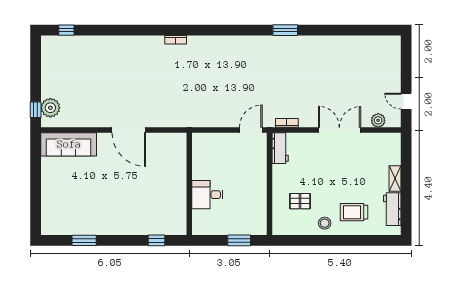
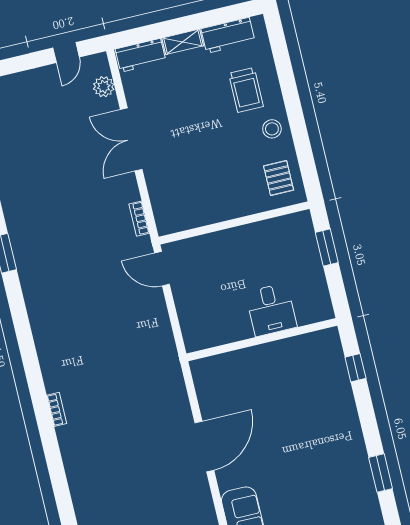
workbench: (280, 148) -> (141, 55), moved, turned 180
pallet: (300, 201) -> (279, 178), moved

